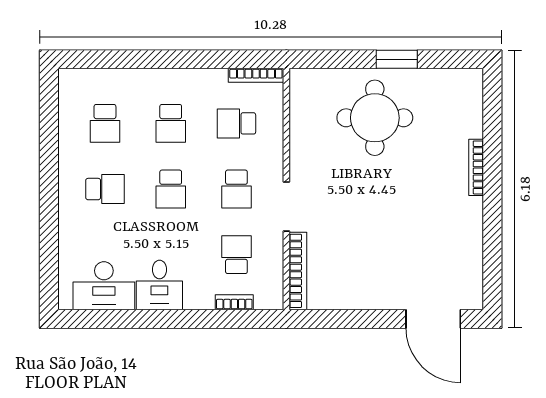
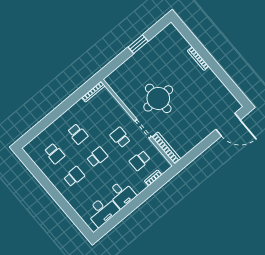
round table: (375, 118) -> (158, 98), moved
school desk: (236, 123) -> (101, 114), removed
school desk: (171, 189) -> (97, 157), turned -90
school desk: (236, 189) -> (120, 137), turned 180
school desk: (236, 255) -> (140, 161), turned -90

